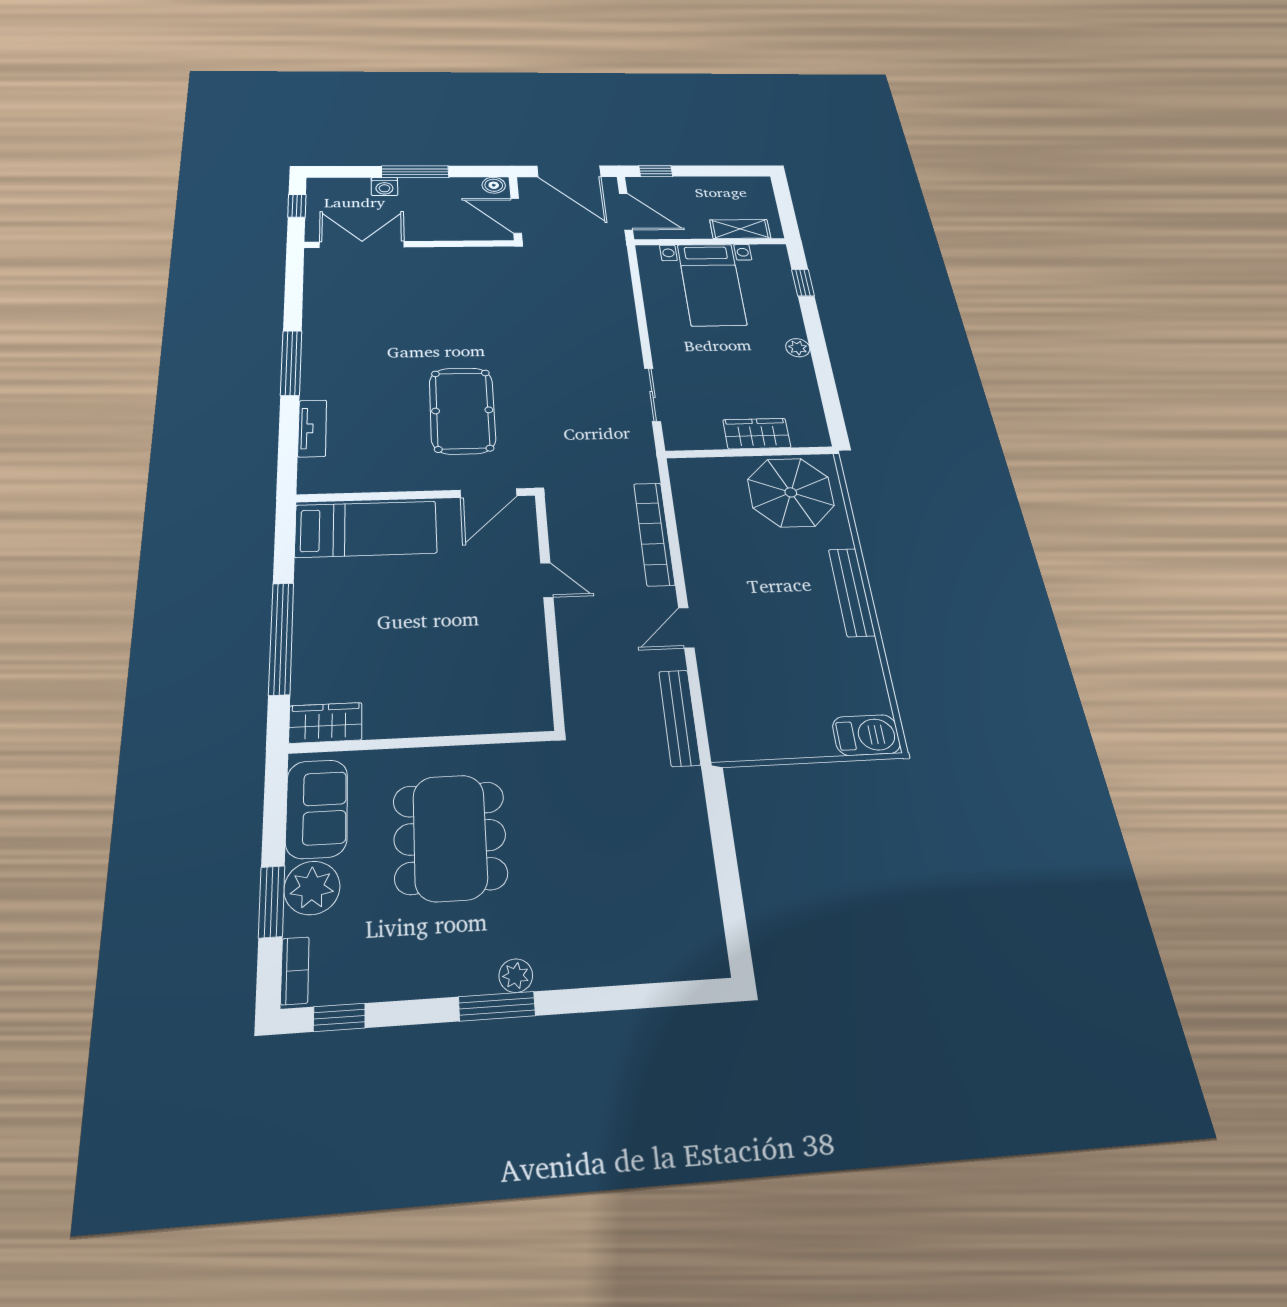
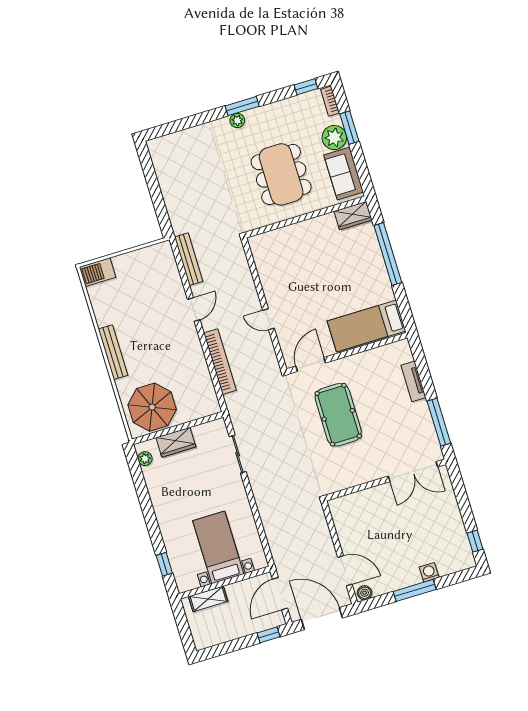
door: (626, 212) -> (280, 594), hinge flipped
wall: (410, 244) -> (386, 480), moved
double door: (362, 245) -> (413, 472), moved
plant: (798, 348) -> (145, 459), moved

